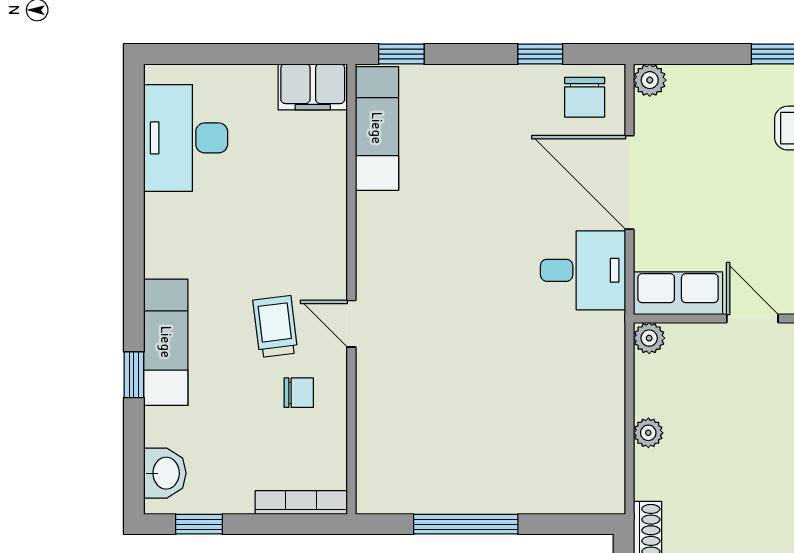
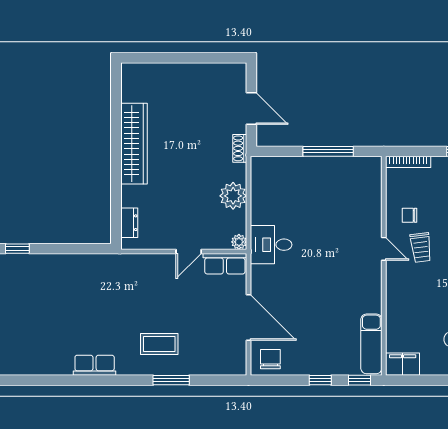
window: (540, 54) -> (320, 380), moved
plant: (650, 80) -> (239, 367), removed
desk: (583, 270) -> (271, 245), moved
door: (752, 318) -> (189, 251), hinge flipped
plant: (648, 433) -> (233, 196), width x1.87, depth x1.87

